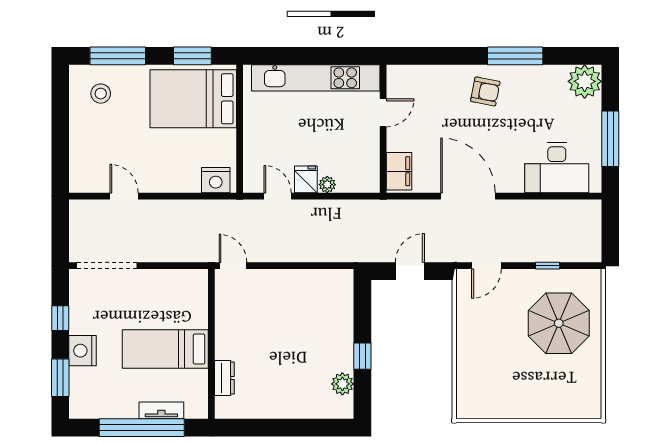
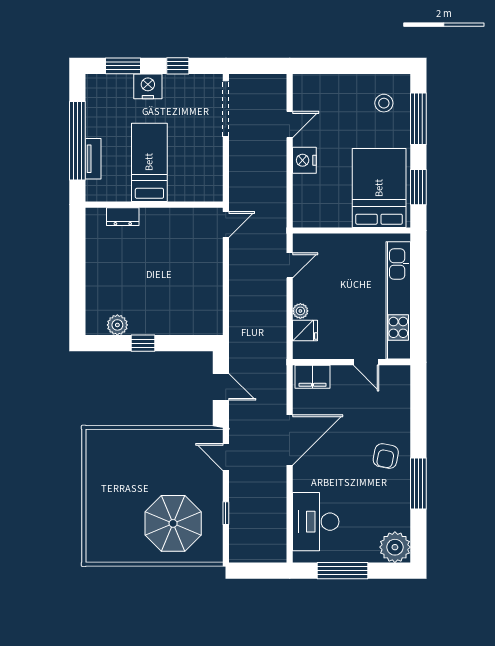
fridge: (306, 179) -> (305, 331), moved
nightstand: (216, 180) -> (304, 160), moved

